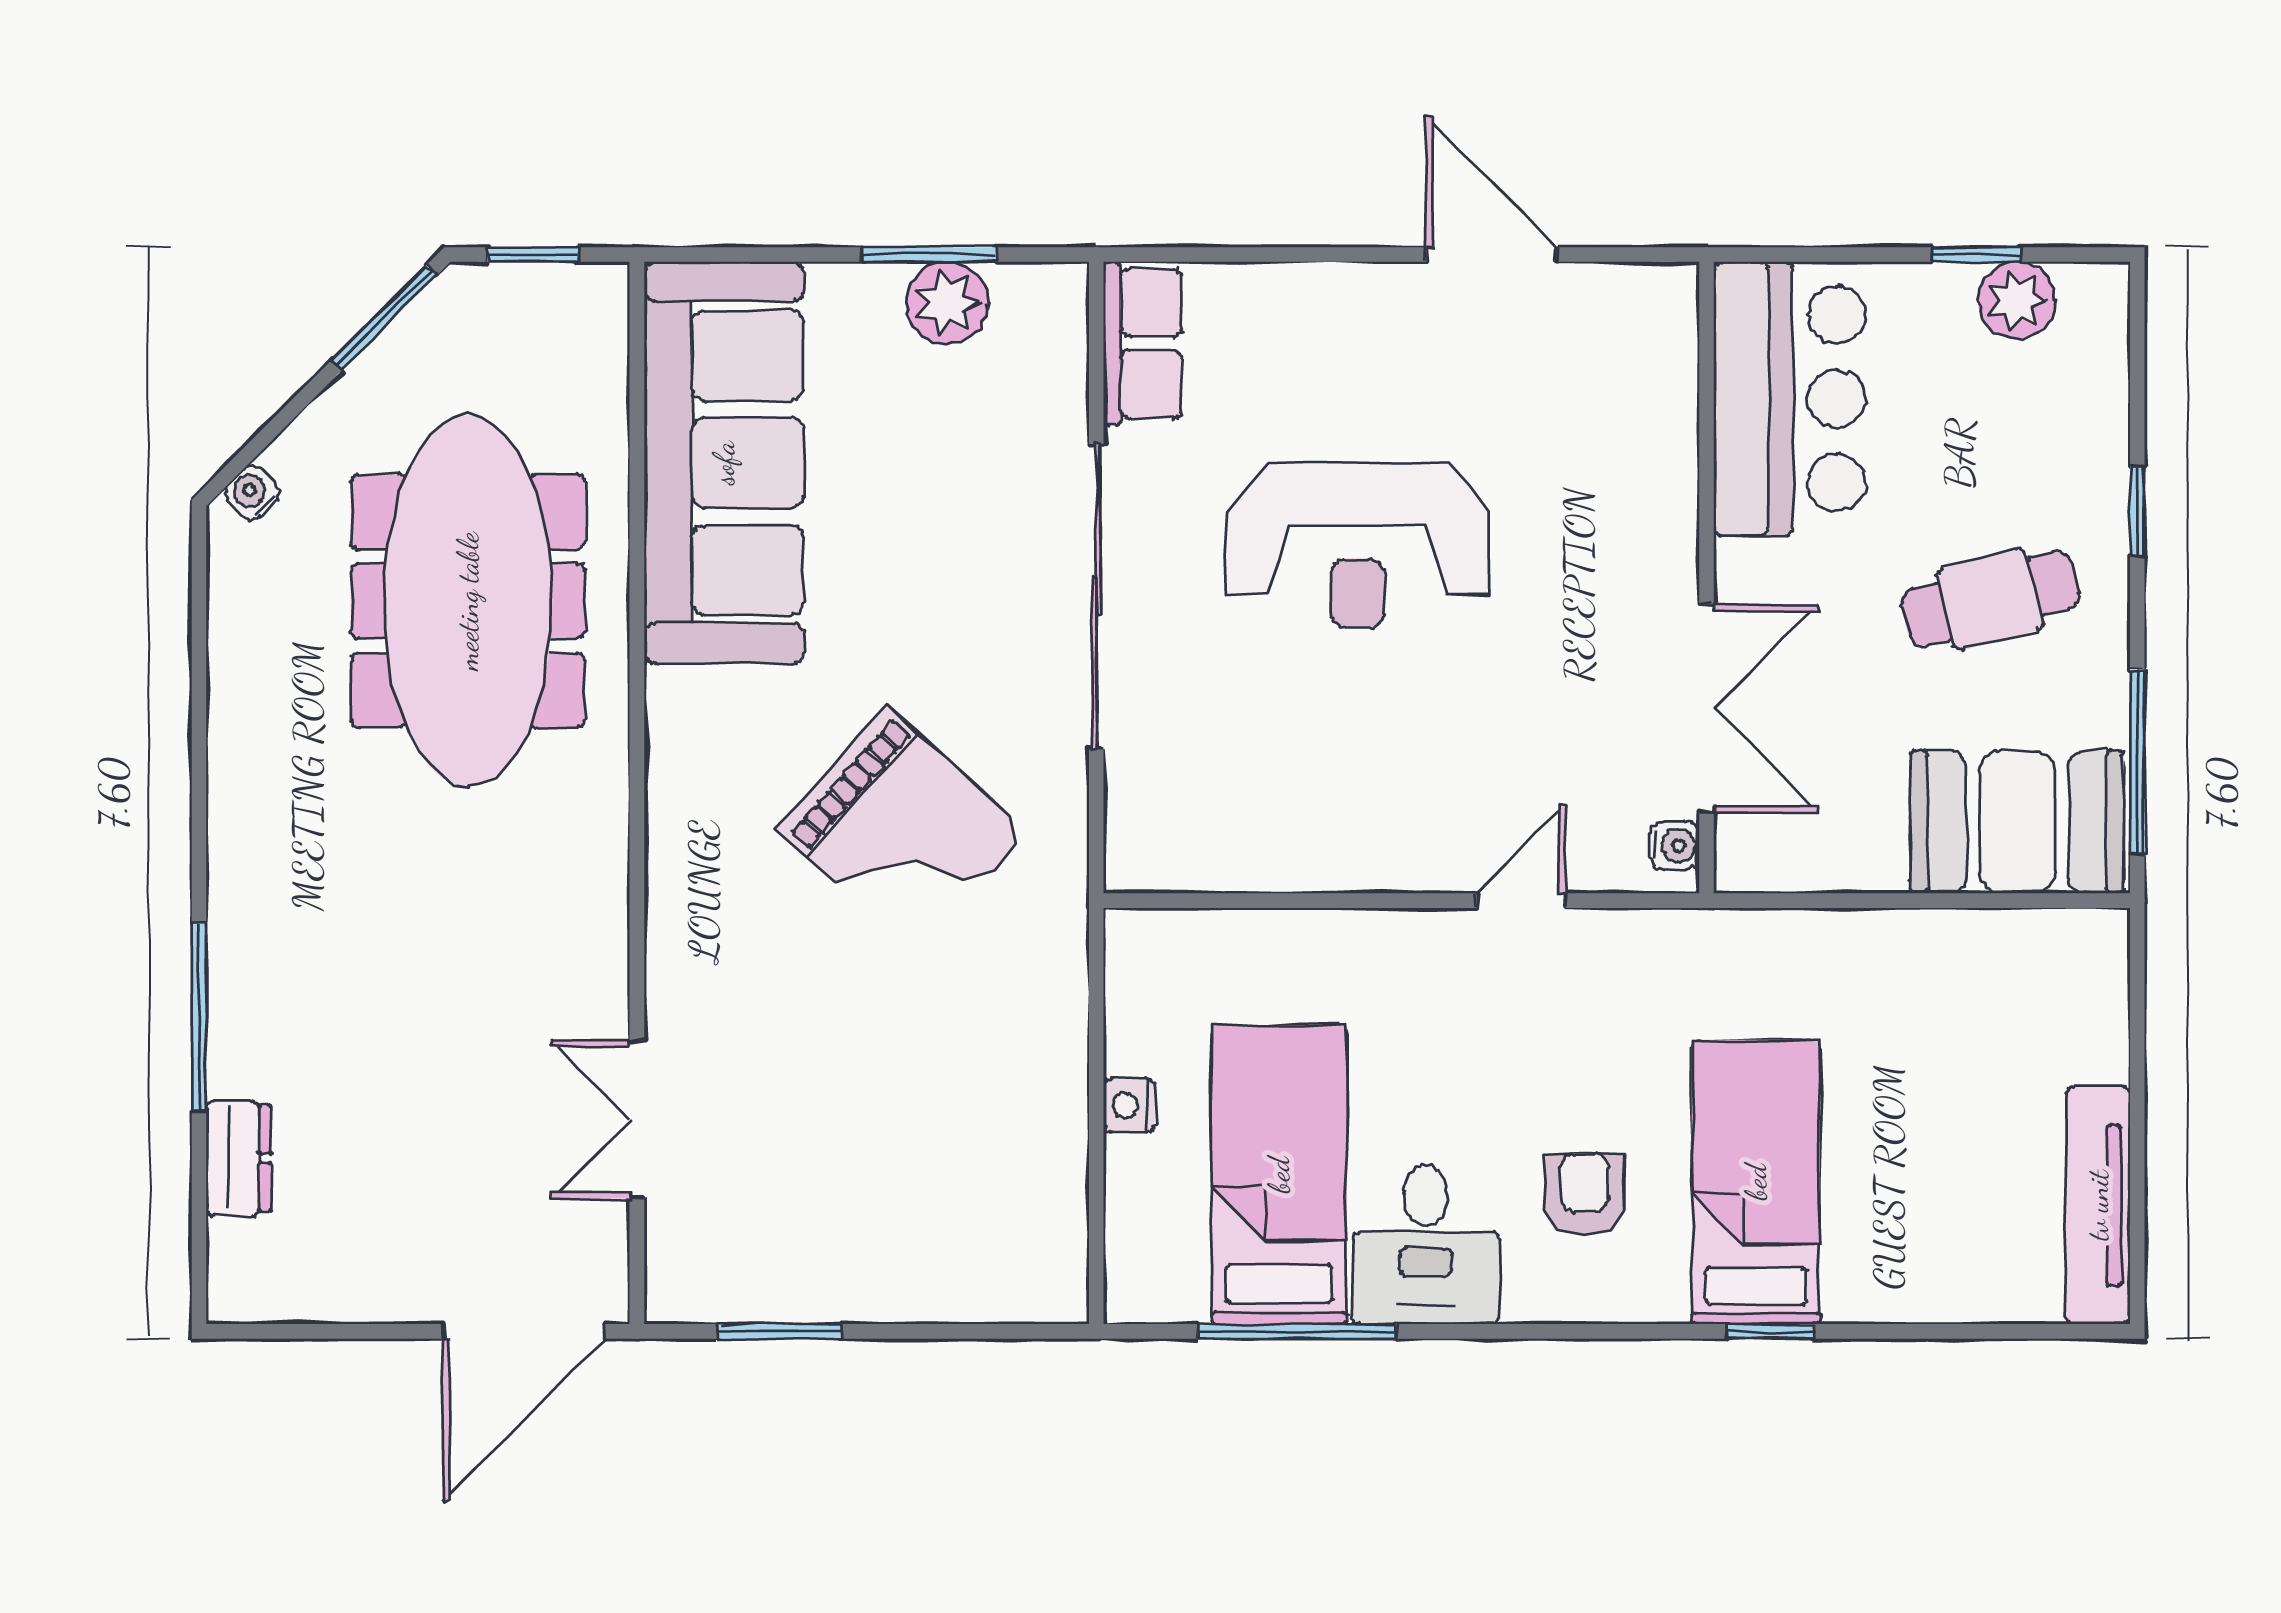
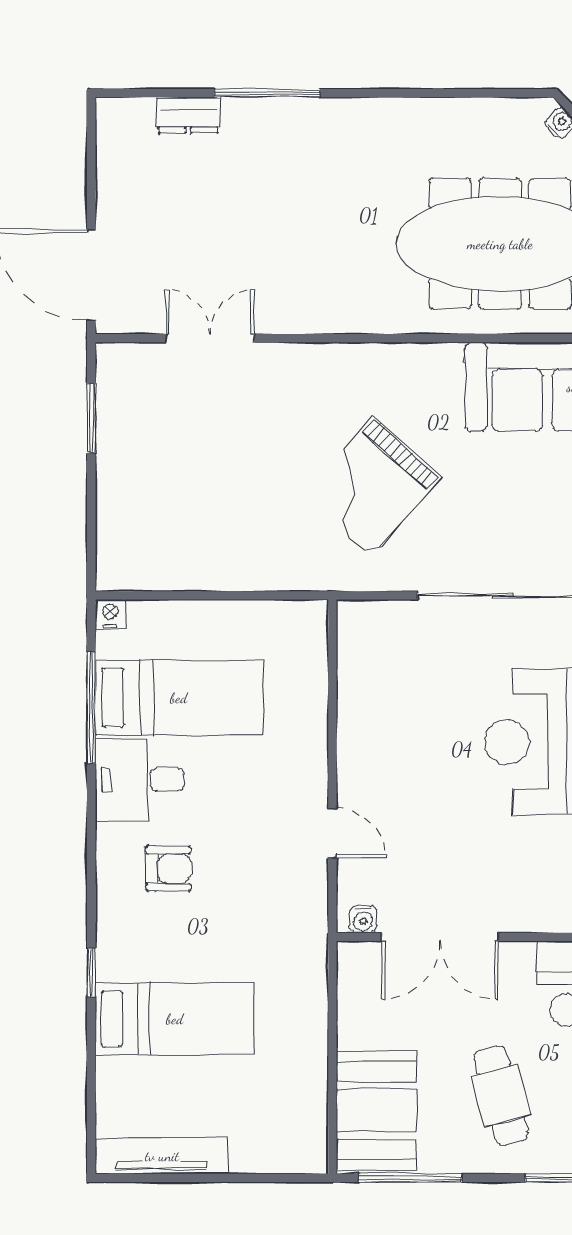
nightstand: (1129, 1105) -> (110, 614), moved
bed: (1756, 1182) -> (175, 1019), moved

